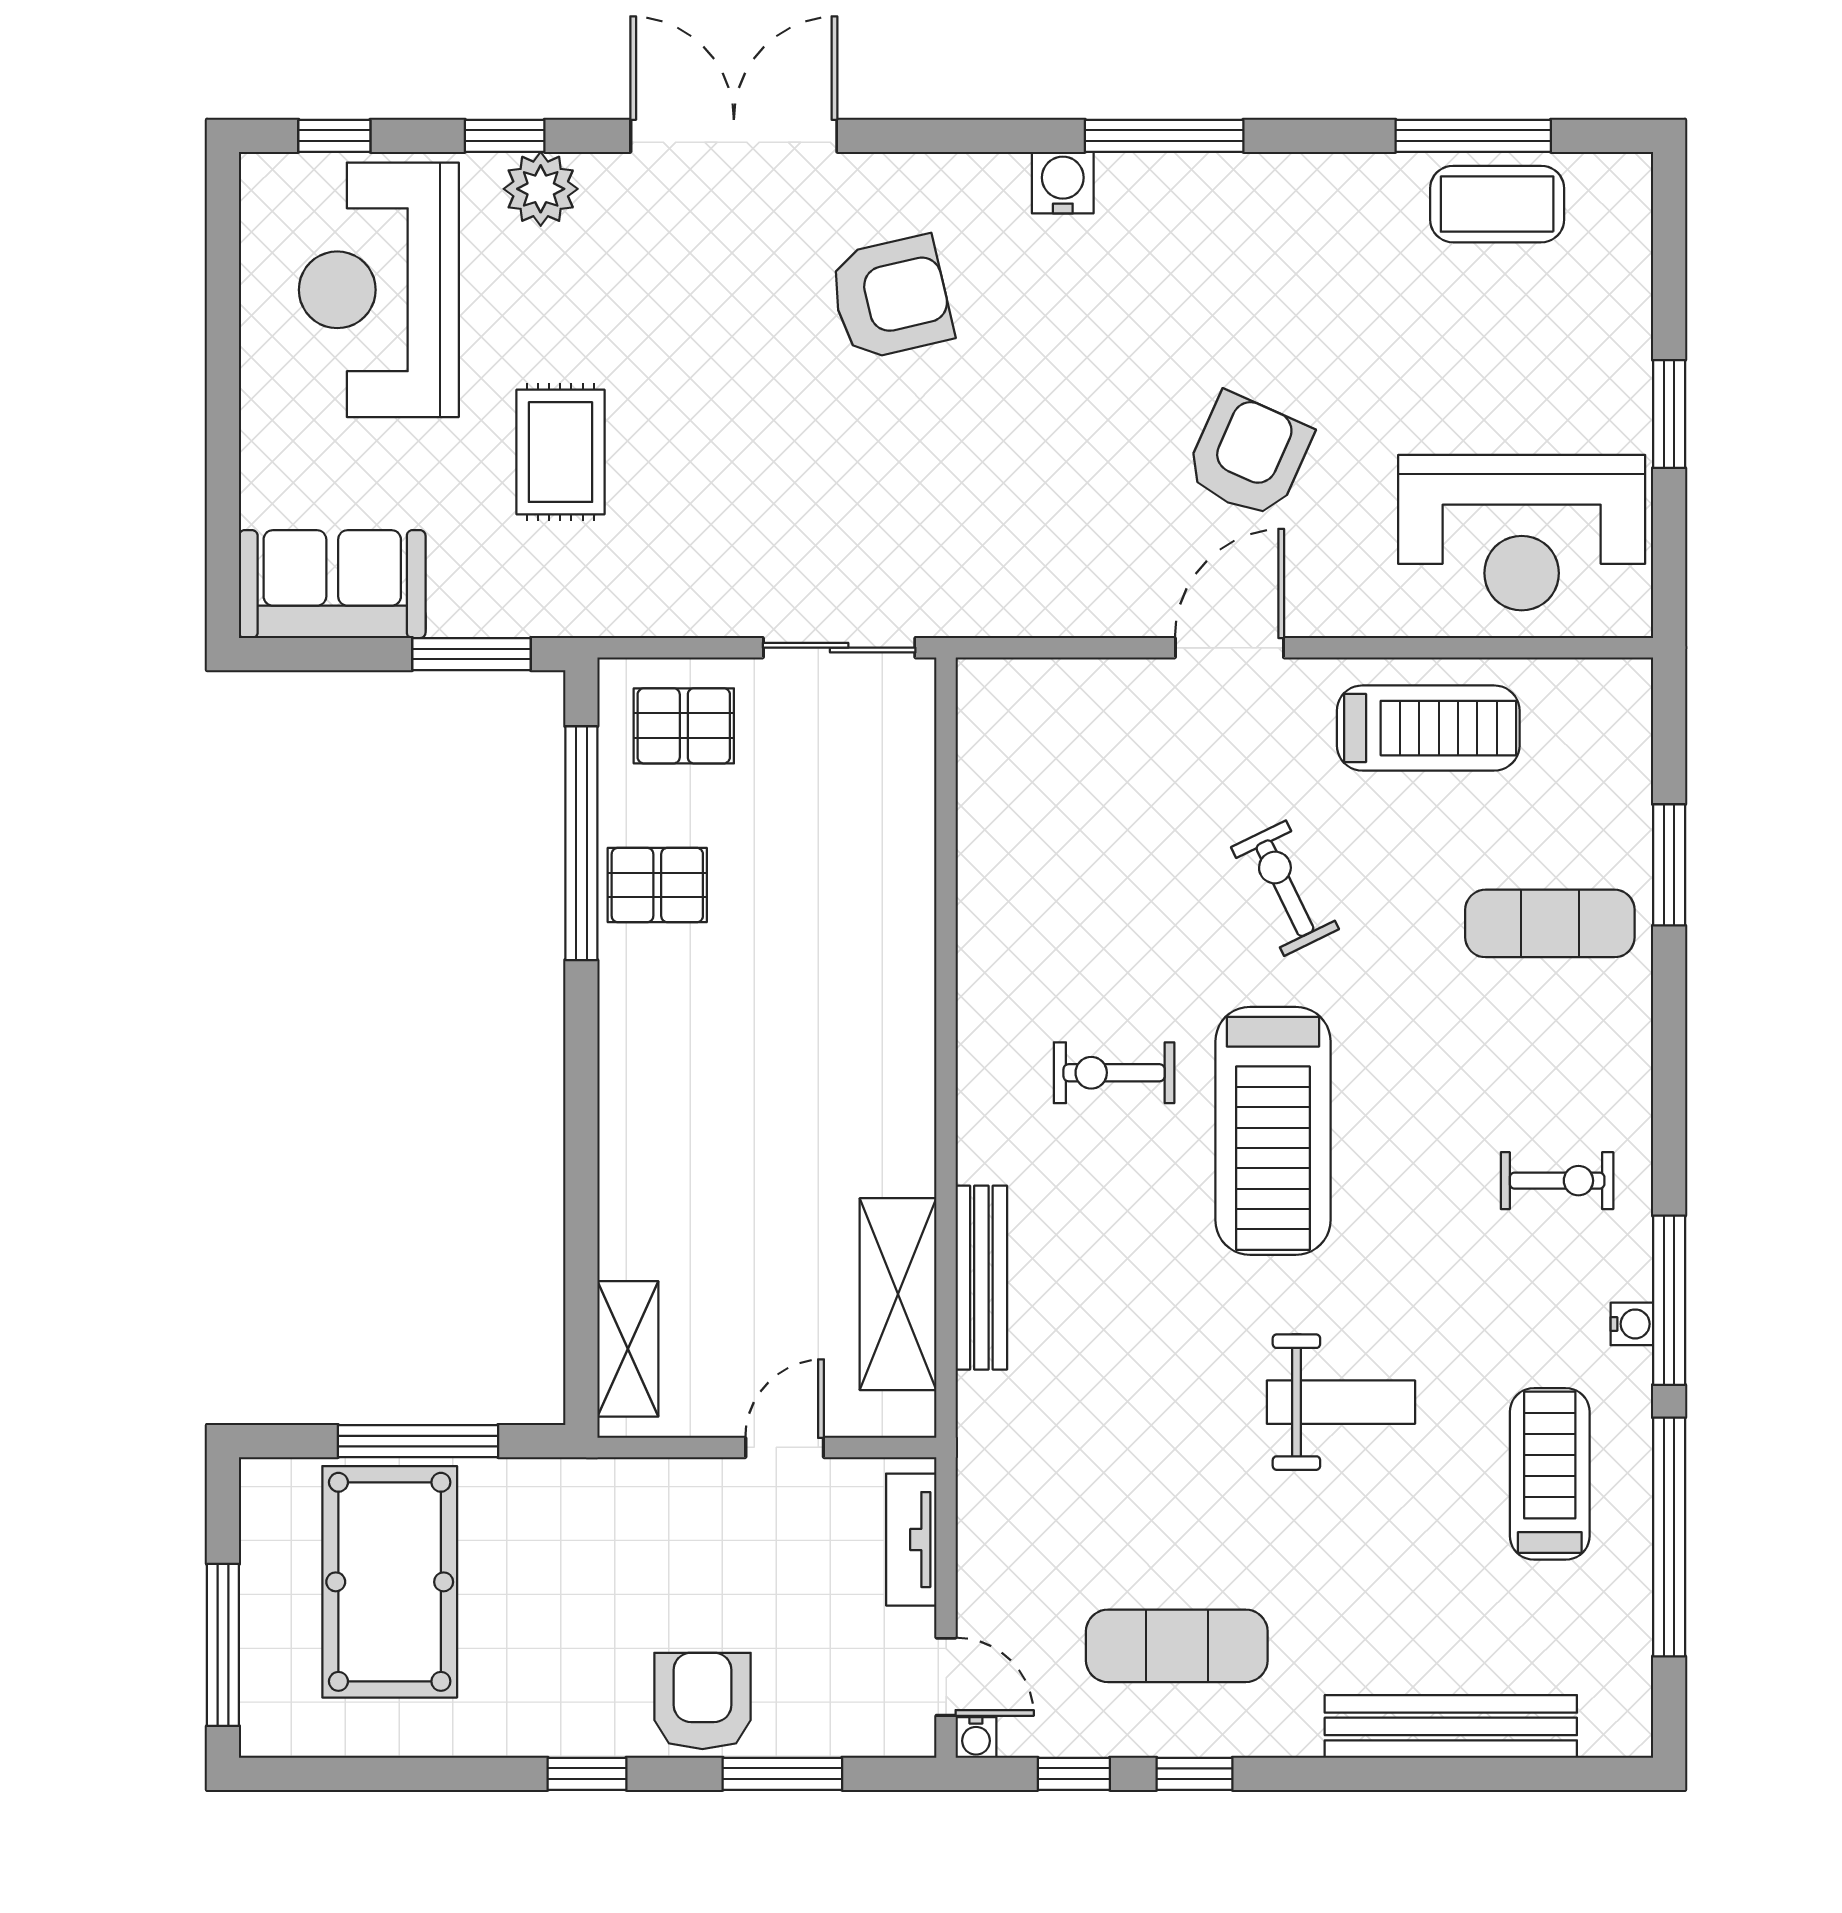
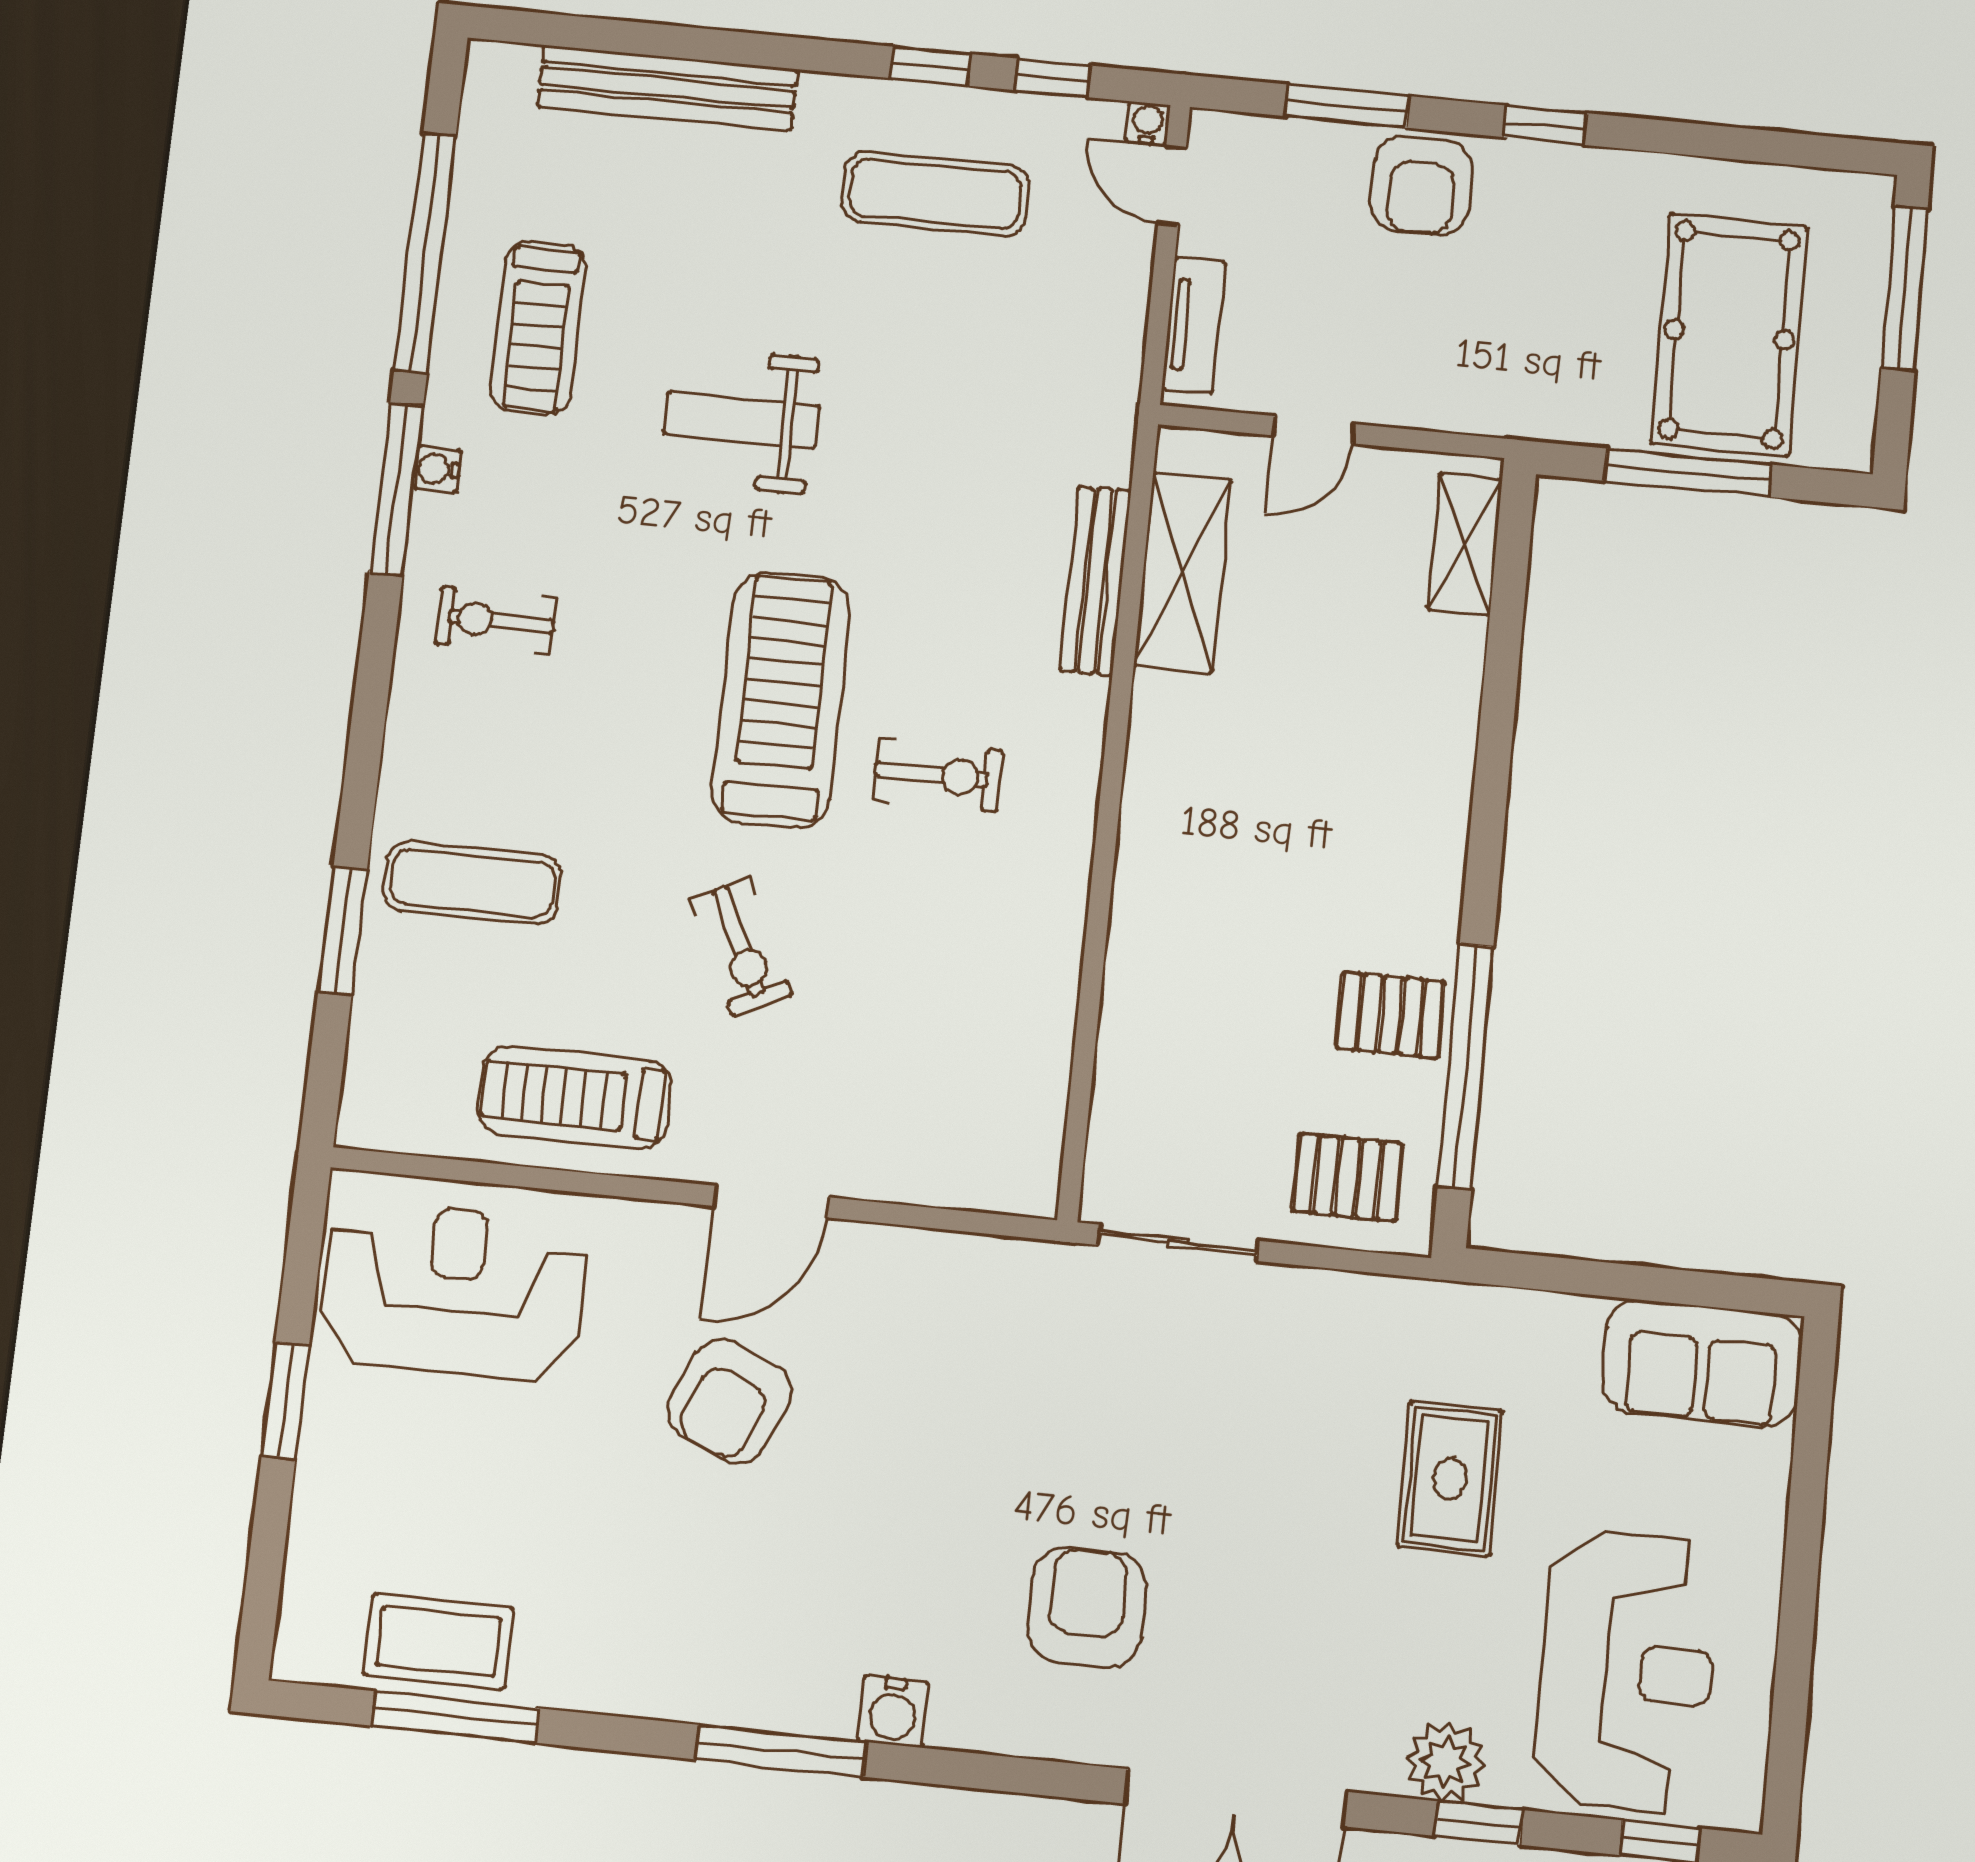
armchair: (891, 298) -> (1087, 1607), turned 103
window: (471, 654) -> (1562, 1275), removed

